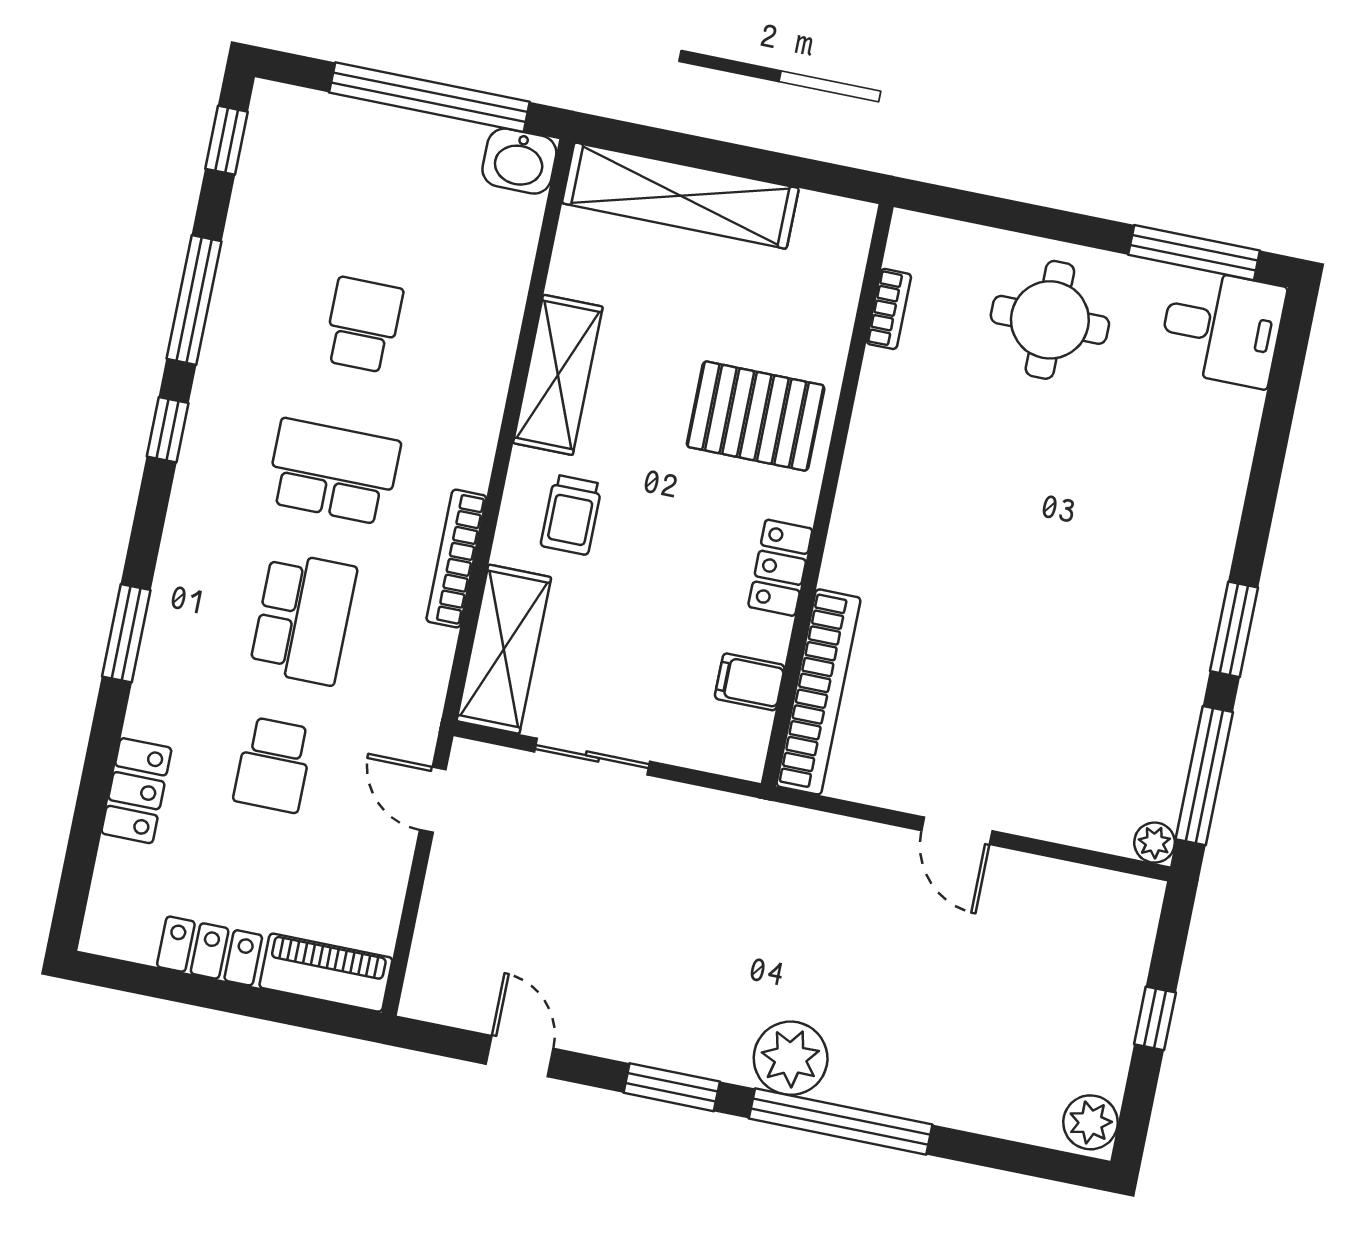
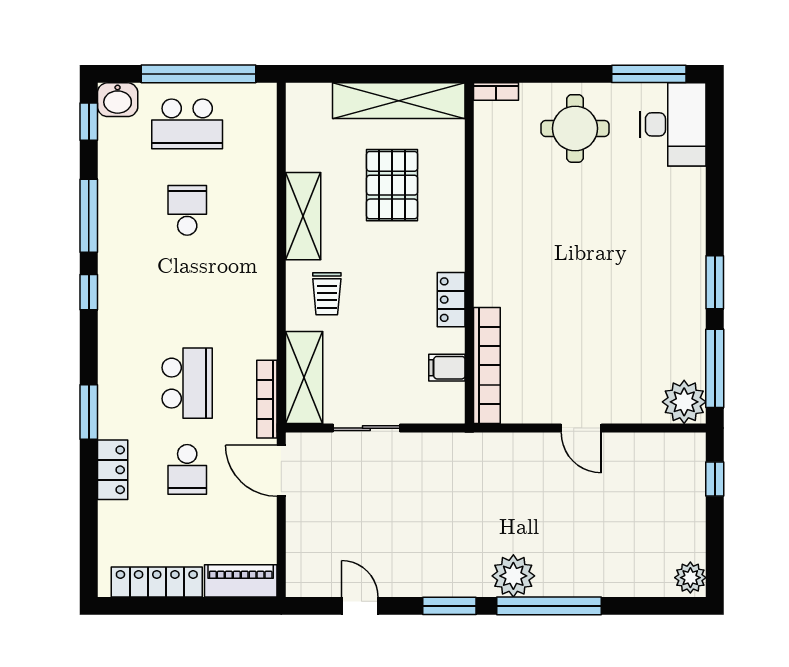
washbasin: (519, 161) -> (118, 100), moved
shelving: (680, 196) -> (399, 101), moved
bookcase: (889, 309) -> (496, 92), moved, turned 90
desk: (1222, 328) -> (673, 124), width x1.37
pallet: (756, 416) -> (392, 185), moved, turned 90
school desk: (333, 472) -> (187, 124), moved, turned 180
bookcase: (456, 559) -> (267, 399), moved
locker: (136, 791) -> (113, 470), moved
door: (433, 800) -> (281, 471), width x1.38
plant: (1155, 843) -> (684, 402), width x1.88, depth x1.88
locker: (210, 951) -> (157, 582), width x1.53
window: (1155, 1018) -> (715, 479), moved

